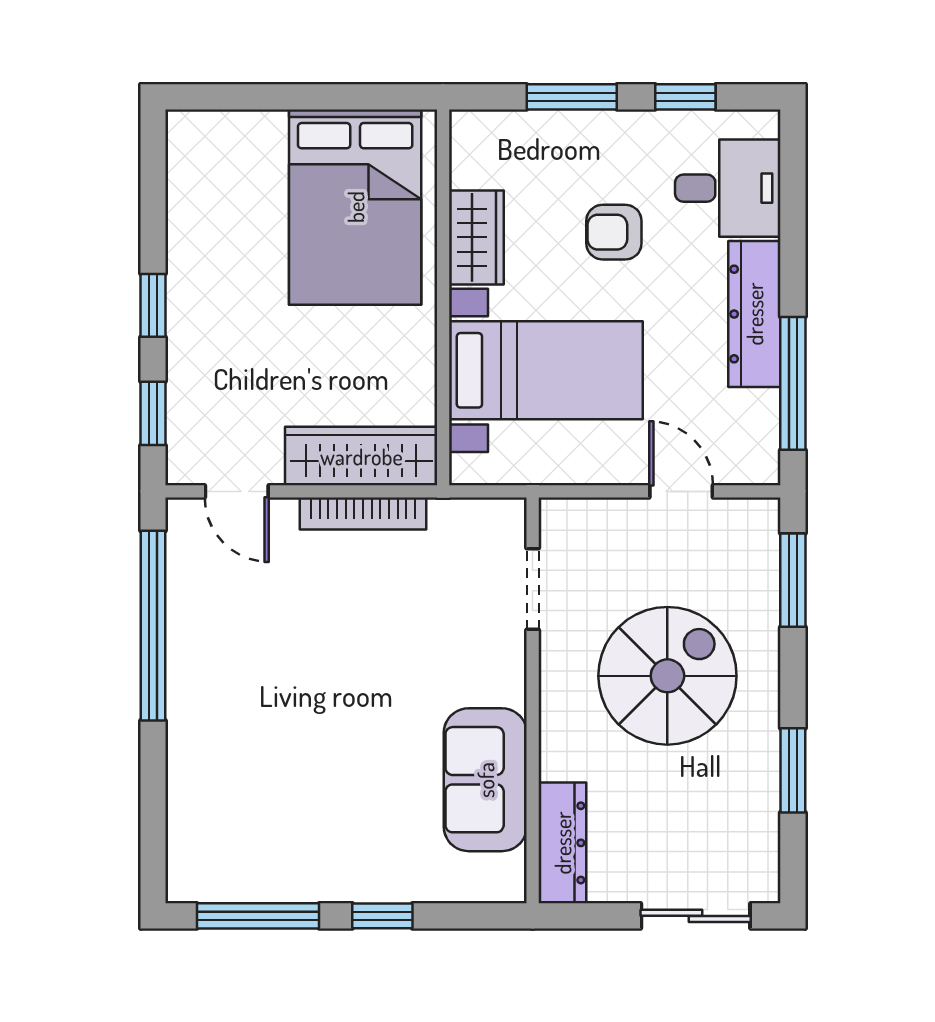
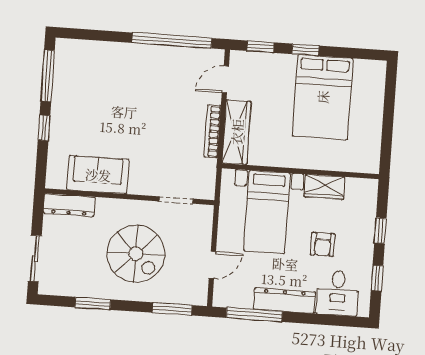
window: (572, 97) -> (380, 231), width x0.67
bed: (355, 207) -> (323, 97), moved, turned -90
armchair: (614, 232) -> (323, 244), turned 180

